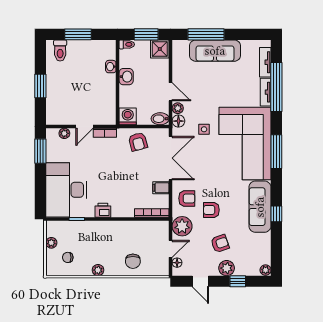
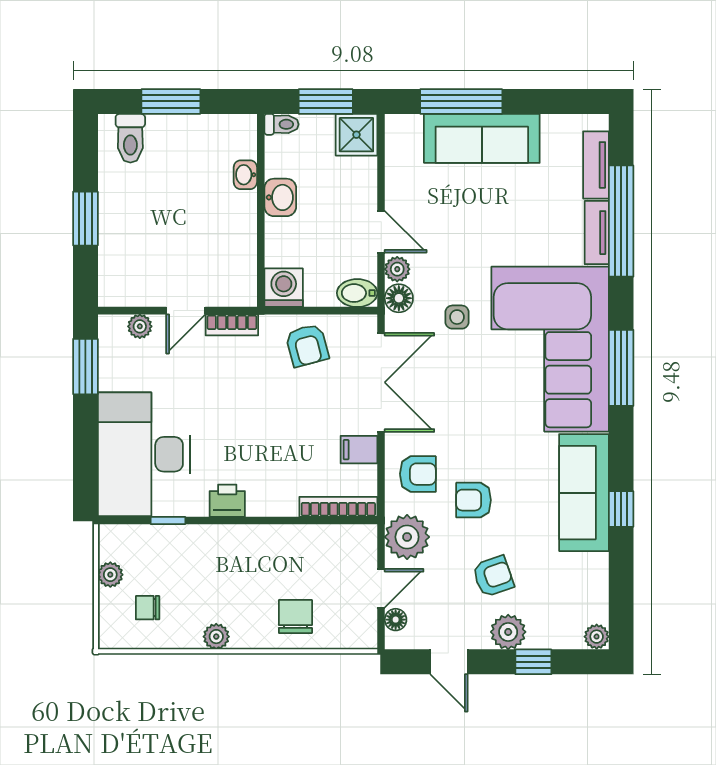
chair: (133, 261) -> (295, 617), turned 180

